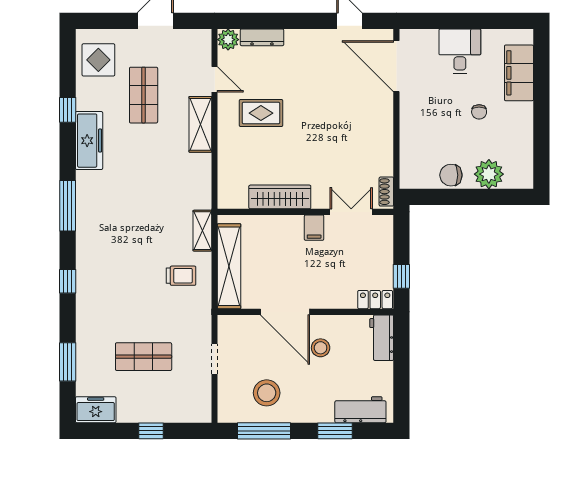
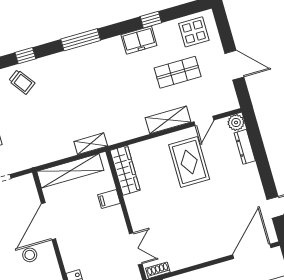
rug: (261, 113) -> (189, 162), width x1.36, depth x1.43
freezer: (89, 141) -> (139, 40), width x0.71
wardrobe: (280, 197) -> (125, 170), moved
filing cabinet: (314, 228) -> (109, 199), moved
trolley: (181, 276) -> (22, 82), moved, turned -36

